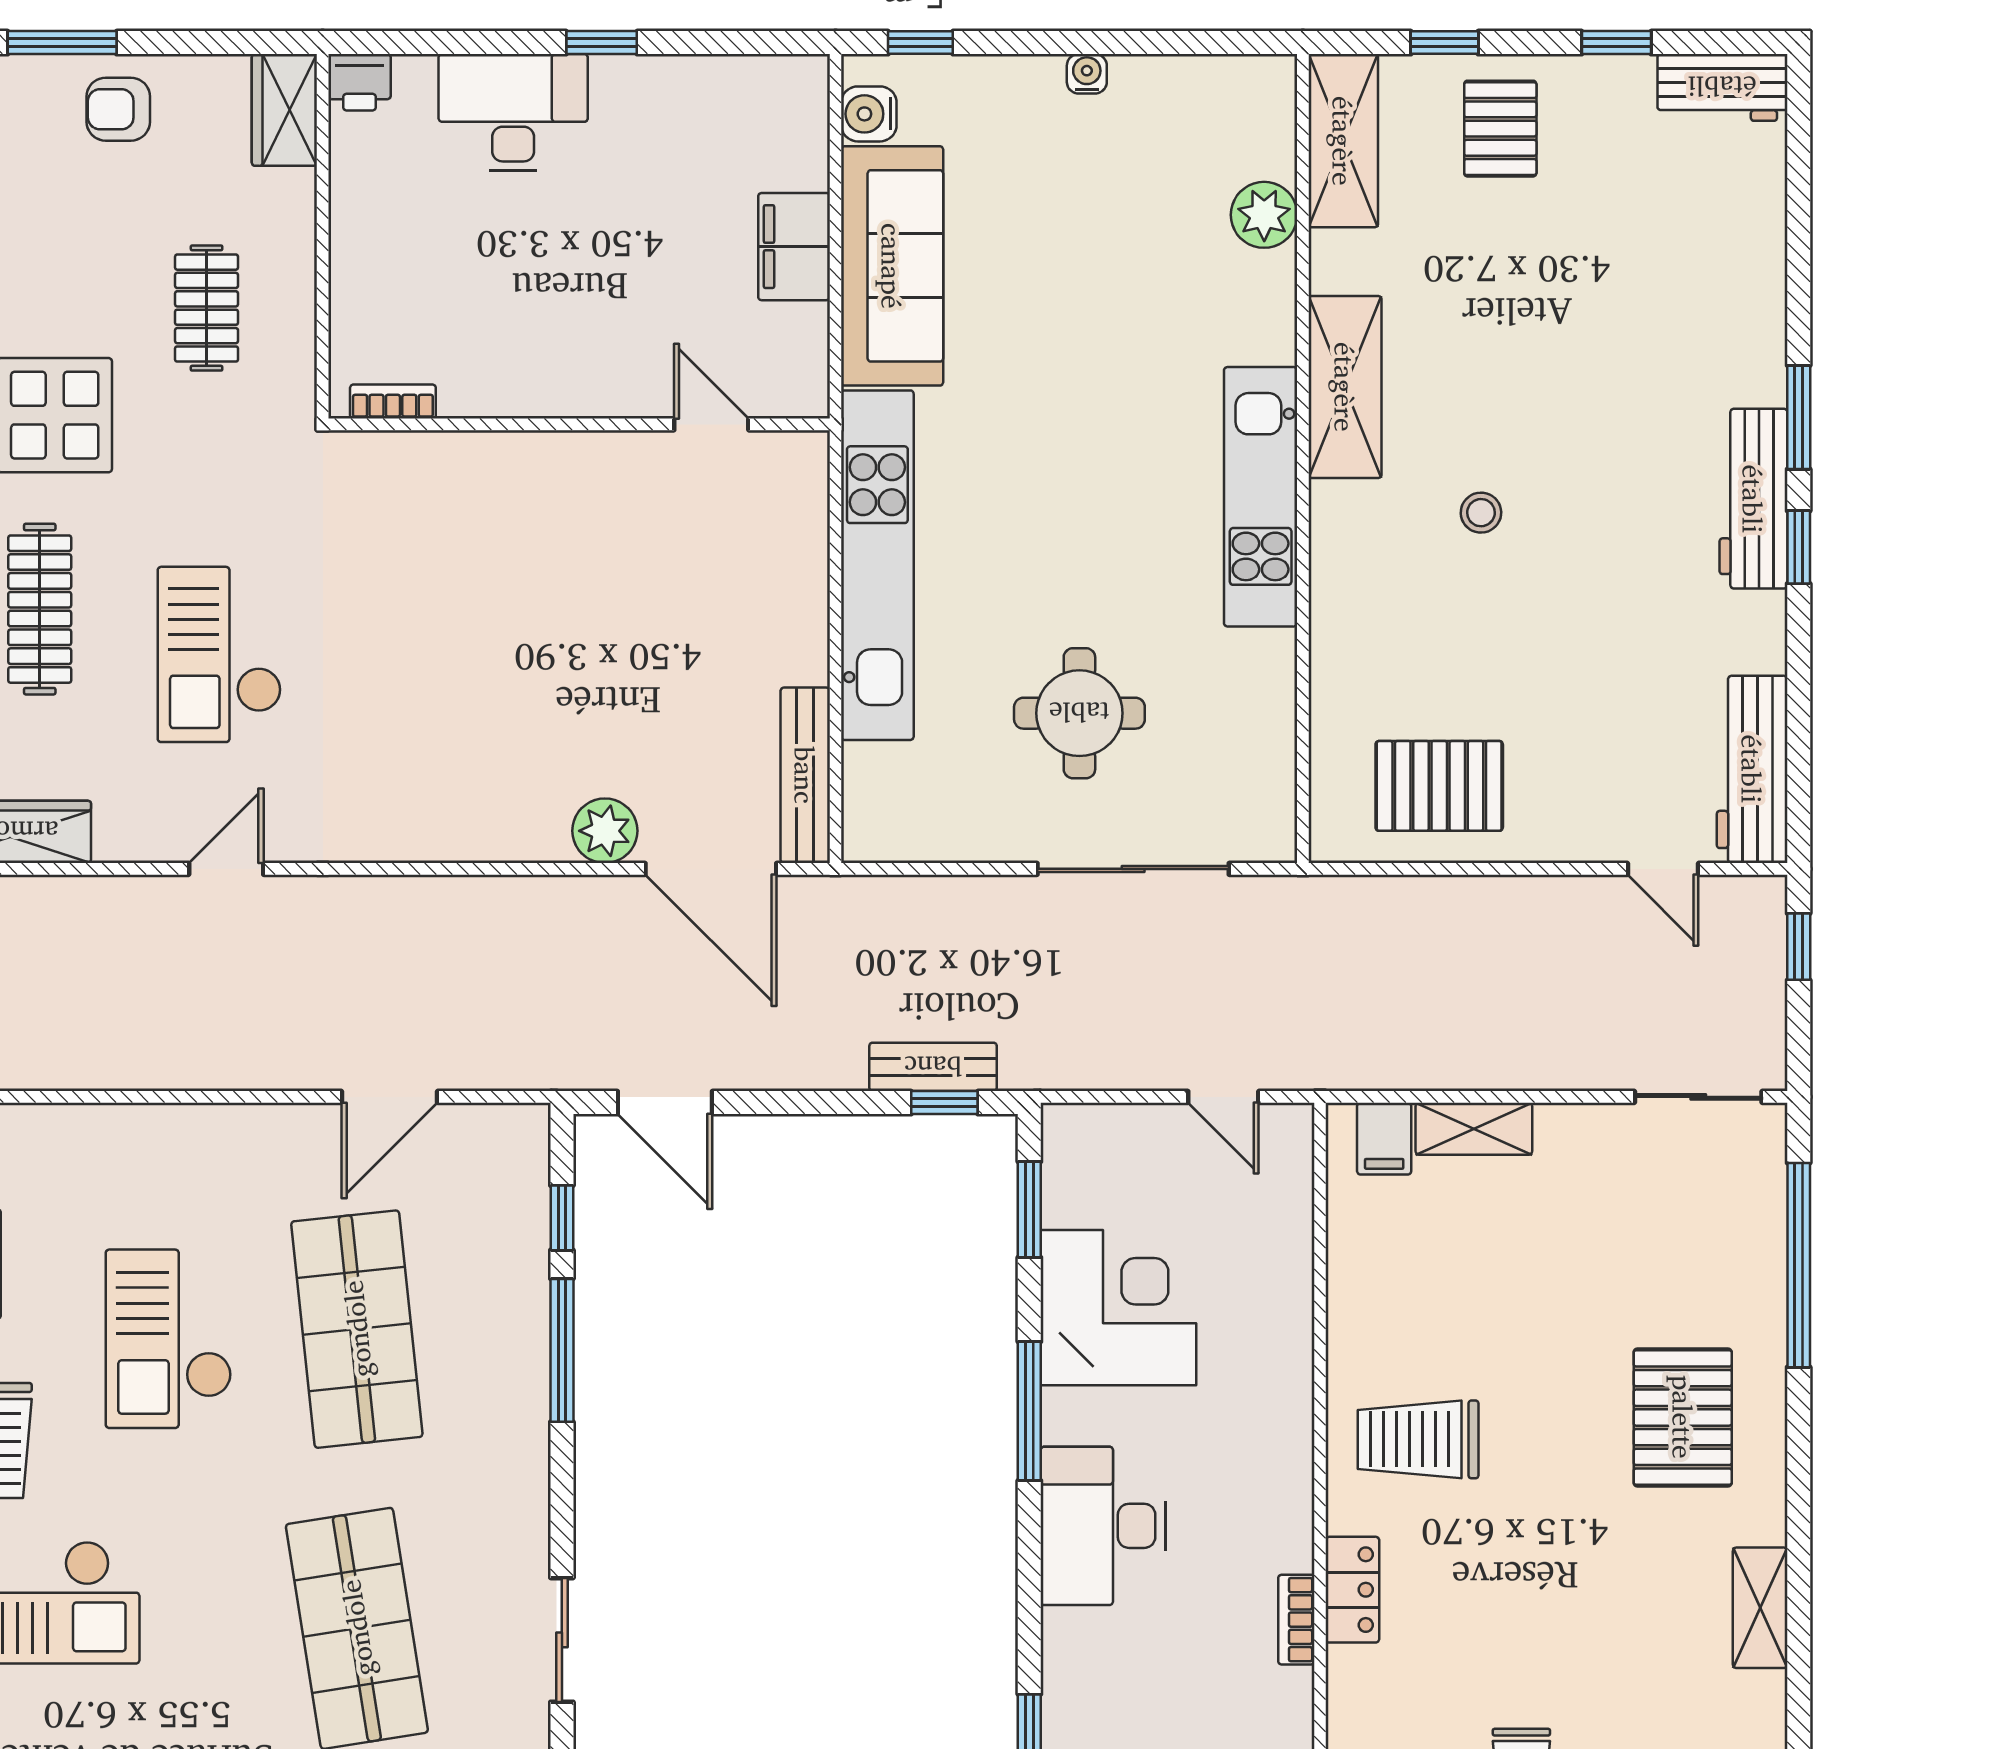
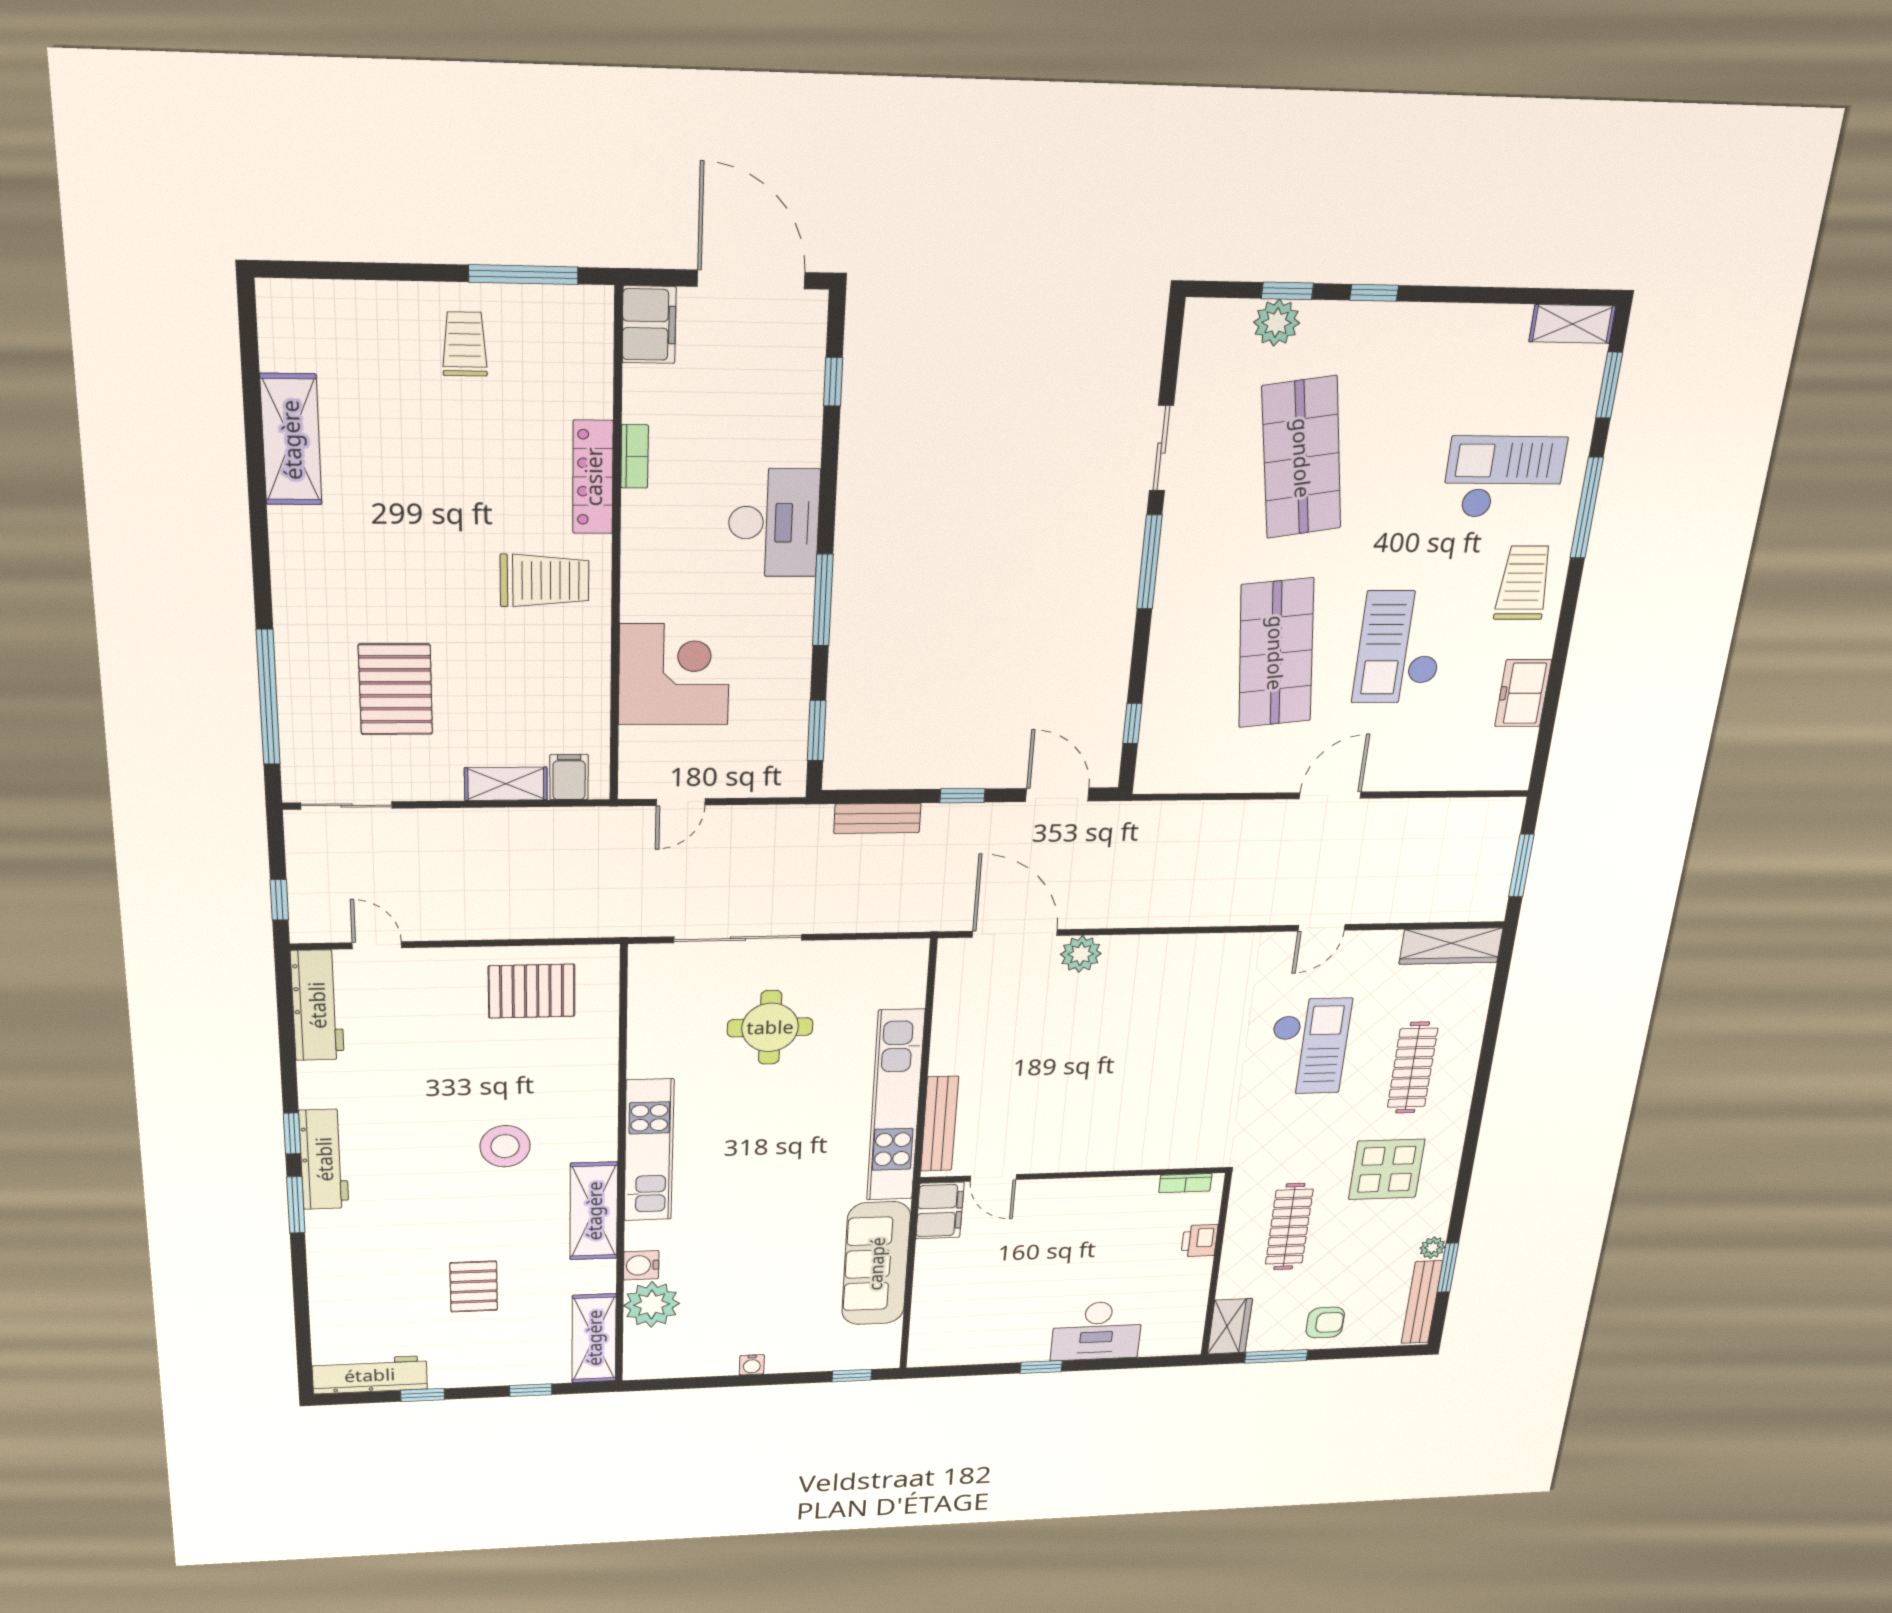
window: (62, 43) -> (1276, 1356), moved
printer: (359, 82) -> (1199, 1241), moved, turned -90
workbench: (1722, 87) -> (370, 1375), width x1.38
water cooler: (869, 114) -> (641, 1265), moved, turned 180
pallet: (1500, 129) -> (474, 1287), moved
plant: (1264, 215) -> (652, 1305), width x1.36, depth x1.36
filing cabinet: (794, 247) -> (940, 1210), moved
clothes rail: (207, 308) -> (1289, 1227), width x1.36
stool: (1481, 513) -> (505, 1146), width x1.89, depth x1.89
bench: (805, 775) -> (940, 1124), moved
door: (390, 1097) -> (1330, 795), moved
door: (1223, 1097) -> (681, 802), swing flipped
window: (944, 1103) -> (962, 796), moved
corner desk: (1118, 1308) -> (674, 675), moved, turned 180
checkout: (169, 1339) -> (1400, 647), turned 180
window: (562, 1350) -> (1149, 562), moved
pallet: (1683, 1417) -> (396, 689), moved
locker: (1352, 1590) -> (593, 477), width x1.53
shelving: (1760, 1608) -> (291, 440), width x1.50, depth x1.33

